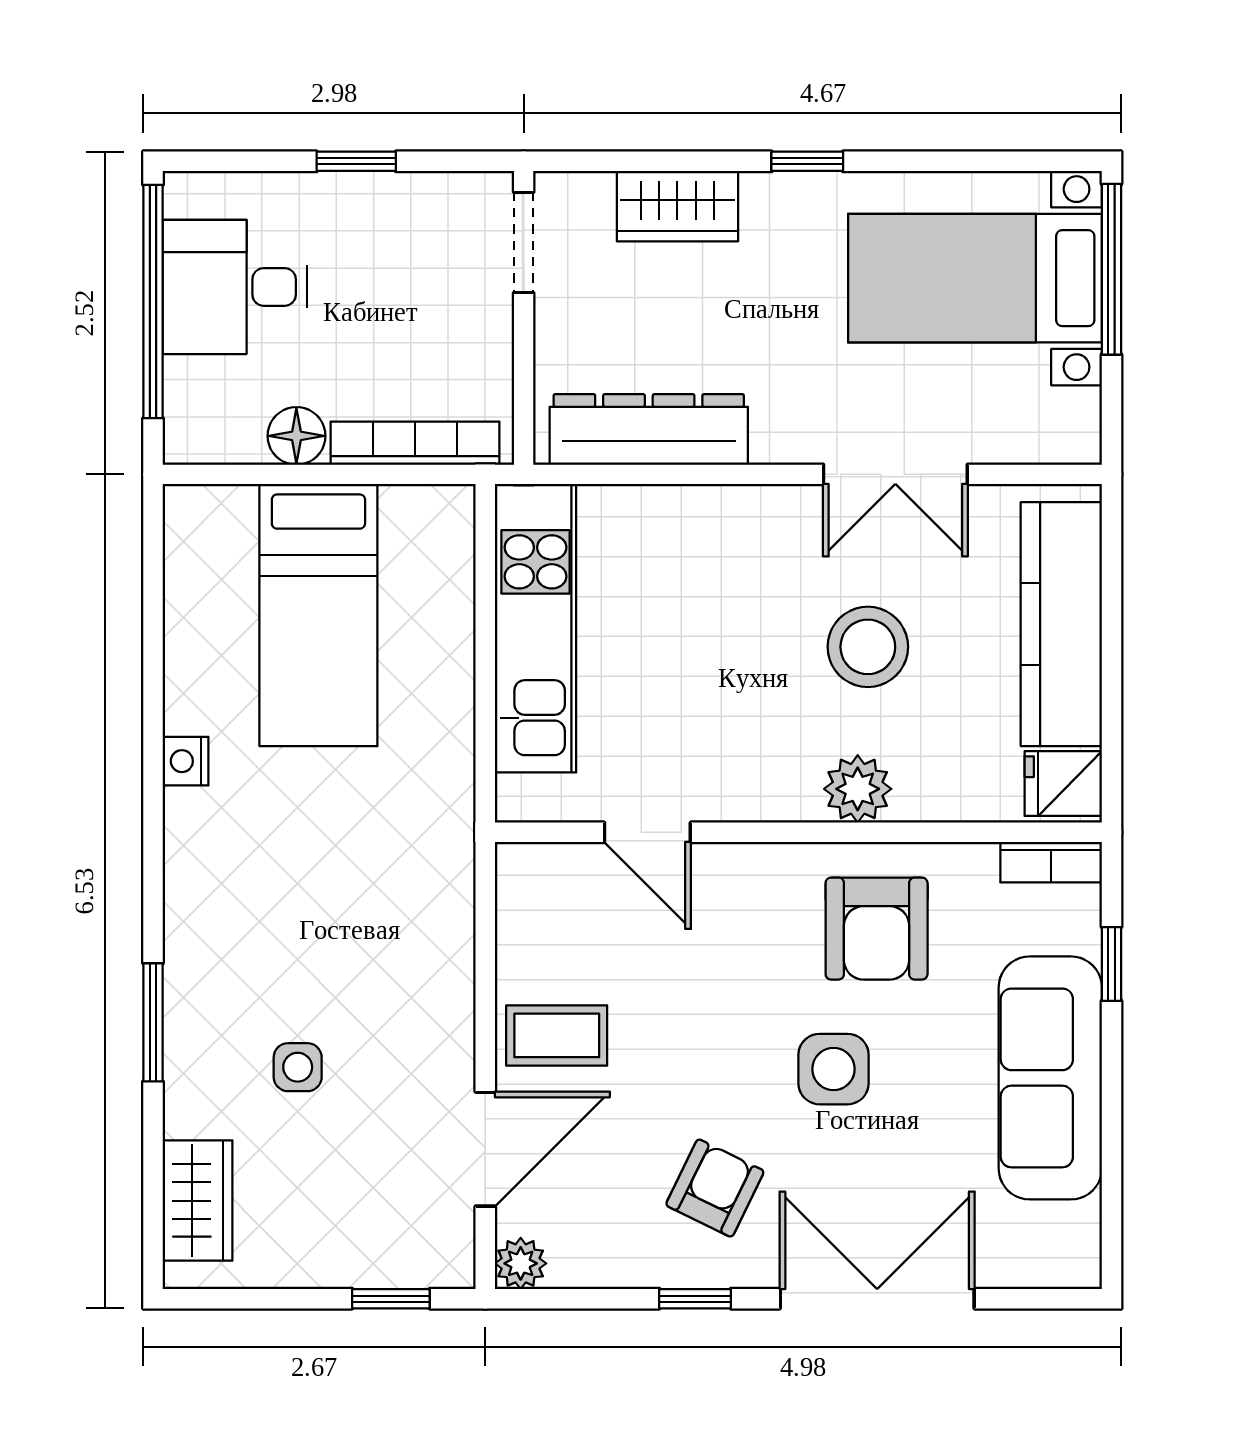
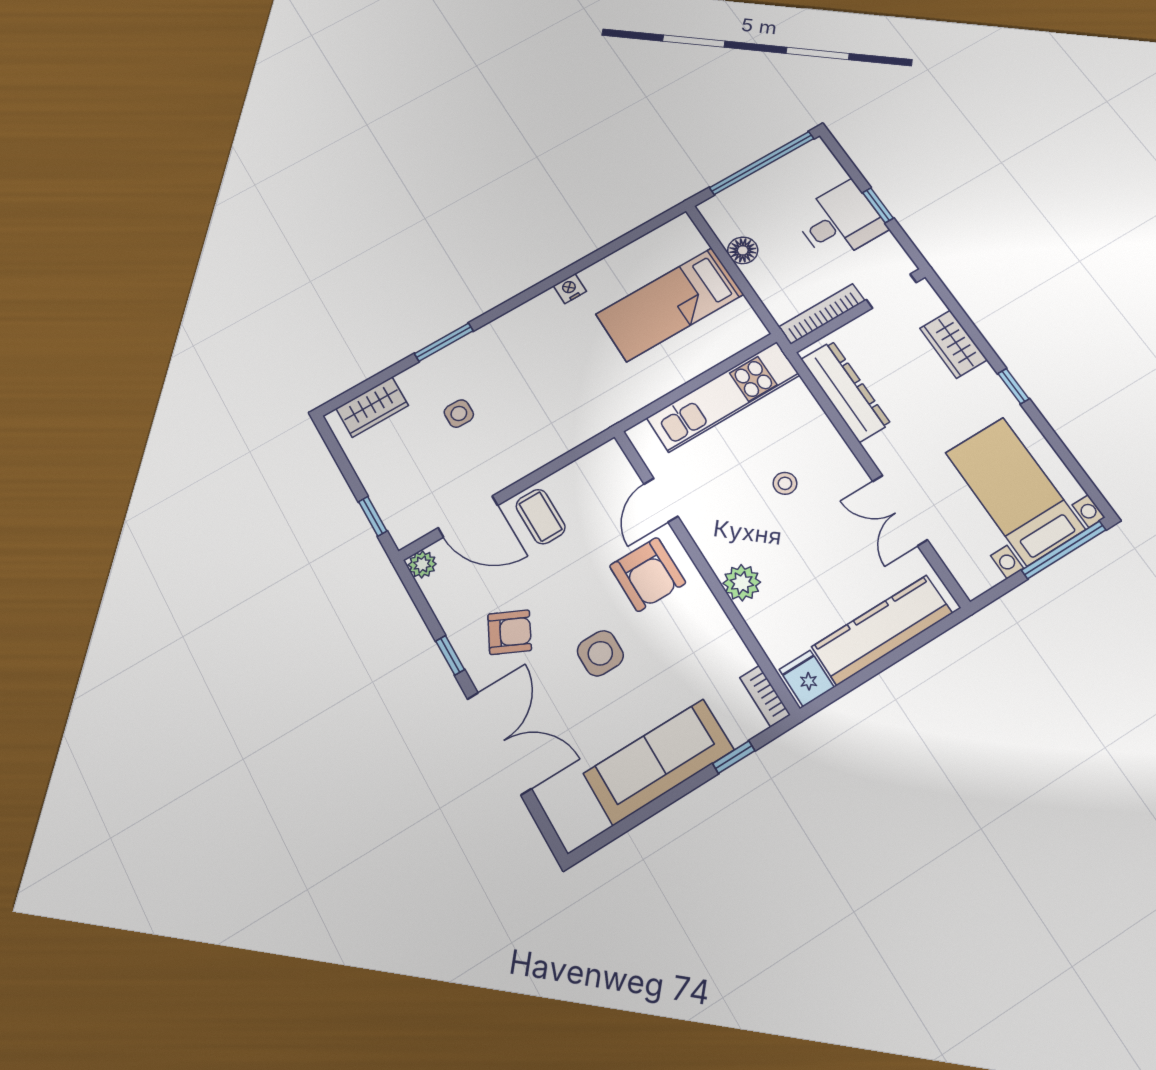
desk: (235, 287) -> (840, 221), moved, turned 90
bookcase: (415, 443) -> (822, 314), moved, turned -90
stool: (868, 647) -> (785, 483), moved, width x0.53, depth x0.53
armchair: (877, 929) -> (648, 574), moved, turned -90

